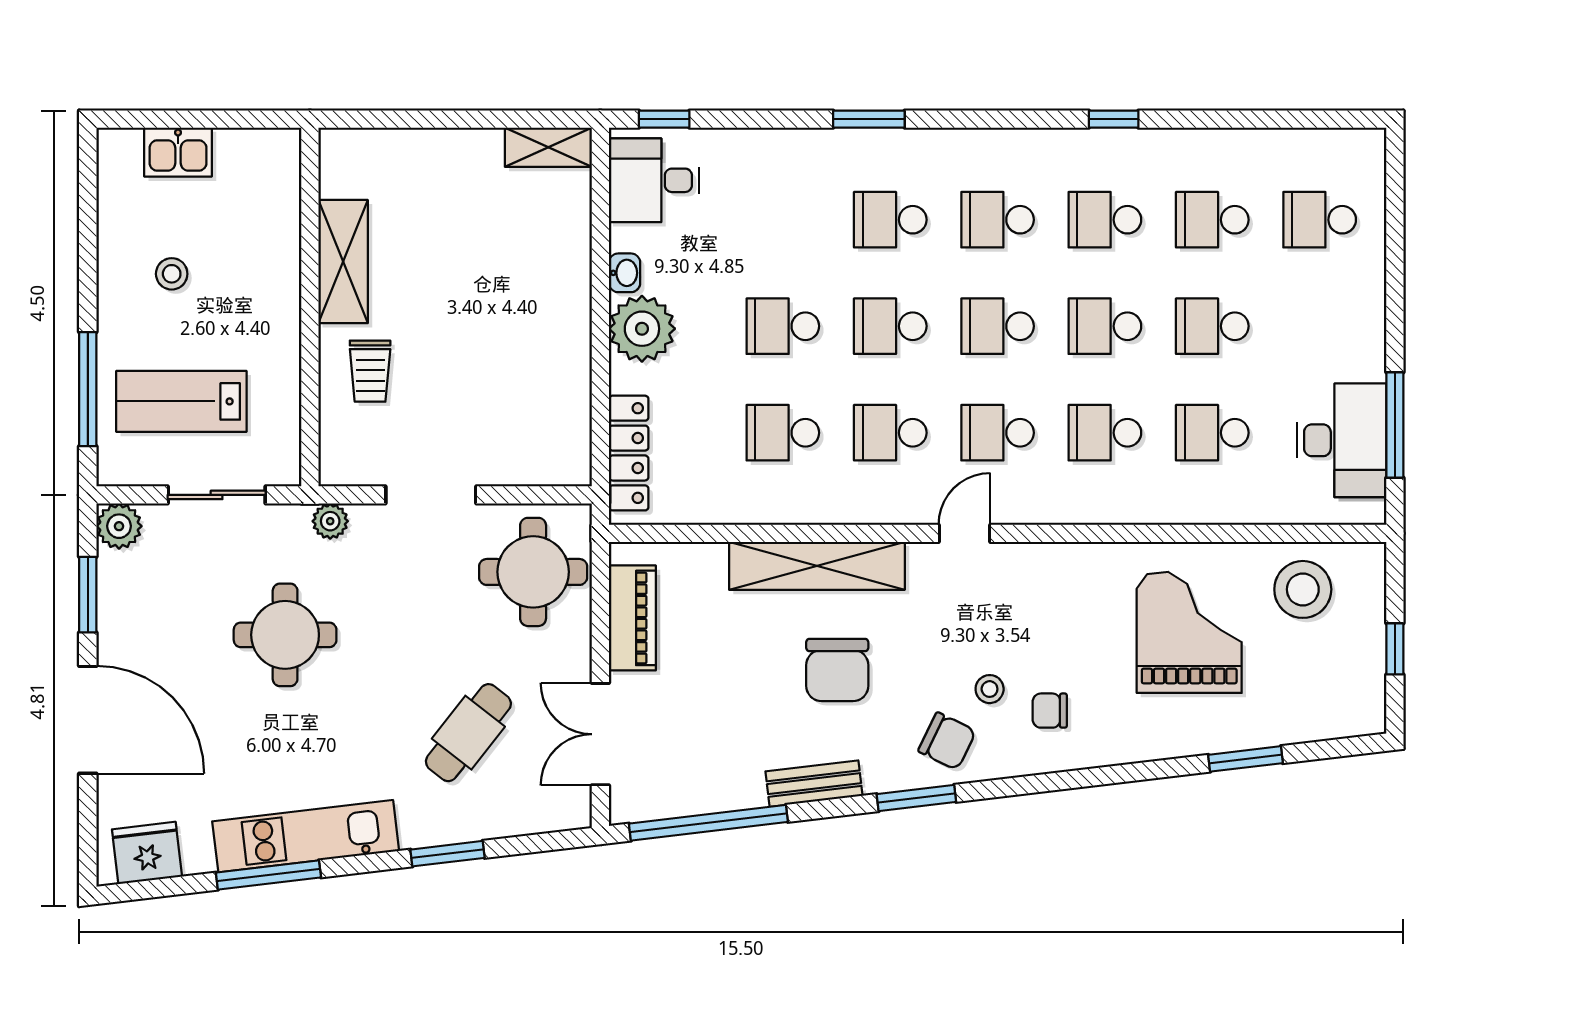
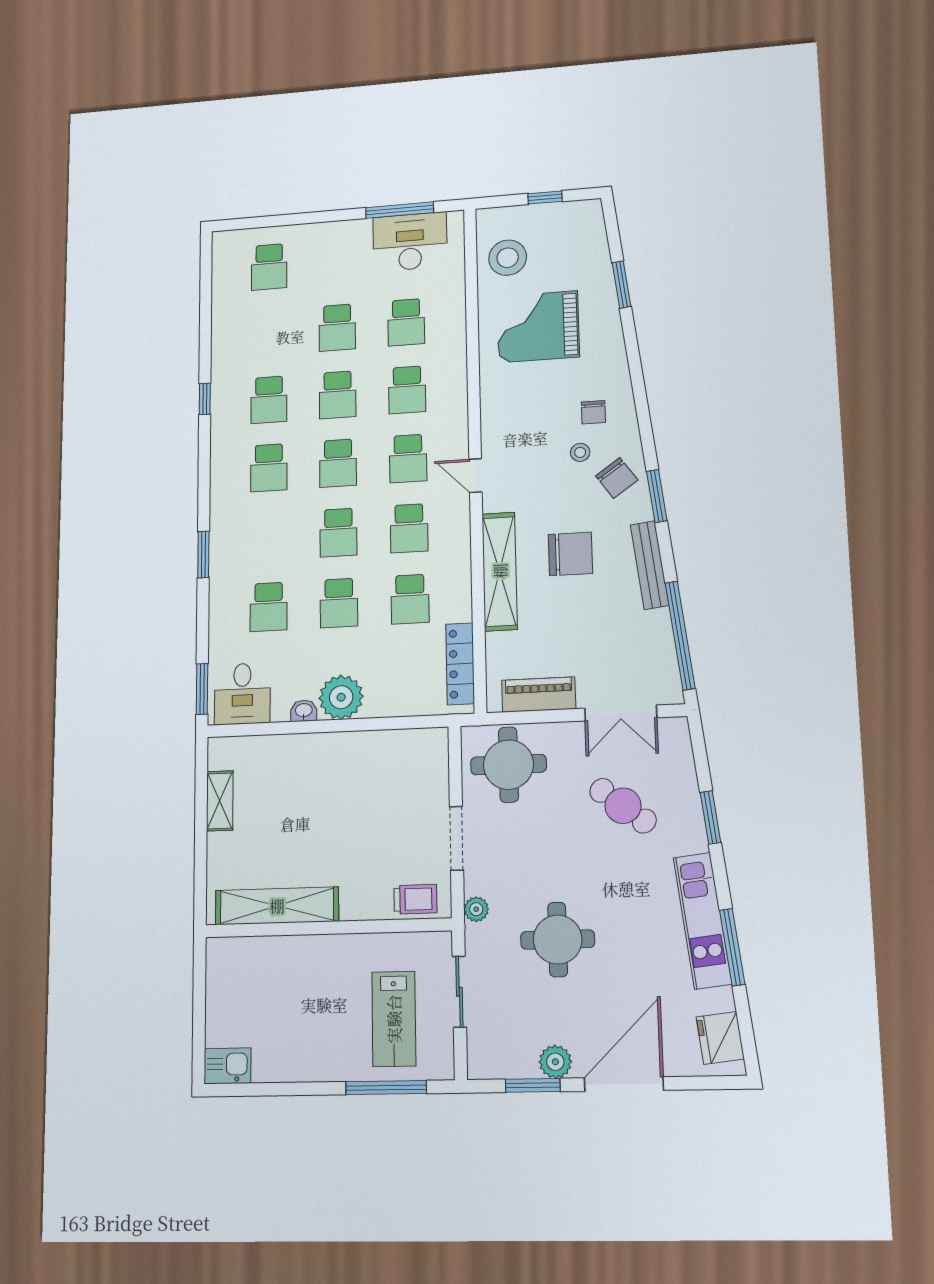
window: (664, 119) -> (202, 689), width x1.50
shelving: (548, 147) -> (220, 801), moved
kitchen sink: (178, 152) -> (228, 1066), moved, turned -90
school desk: (890, 220) -> (269, 607), moved
school desk: (1212, 220) -> (269, 333), removed
shelving: (343, 262) -> (277, 906), width x1.47
stool: (172, 274) -> (305, 1028), removed
trolley: (370, 371) -> (415, 899), moved
locker: (629, 453) -> (460, 664), moved, turned -90
plant: (119, 526) -> (555, 1062), moved
chair: (947, 741) -> (617, 478), turned 119
bench: (814, 784) -> (650, 565), width x1.36

